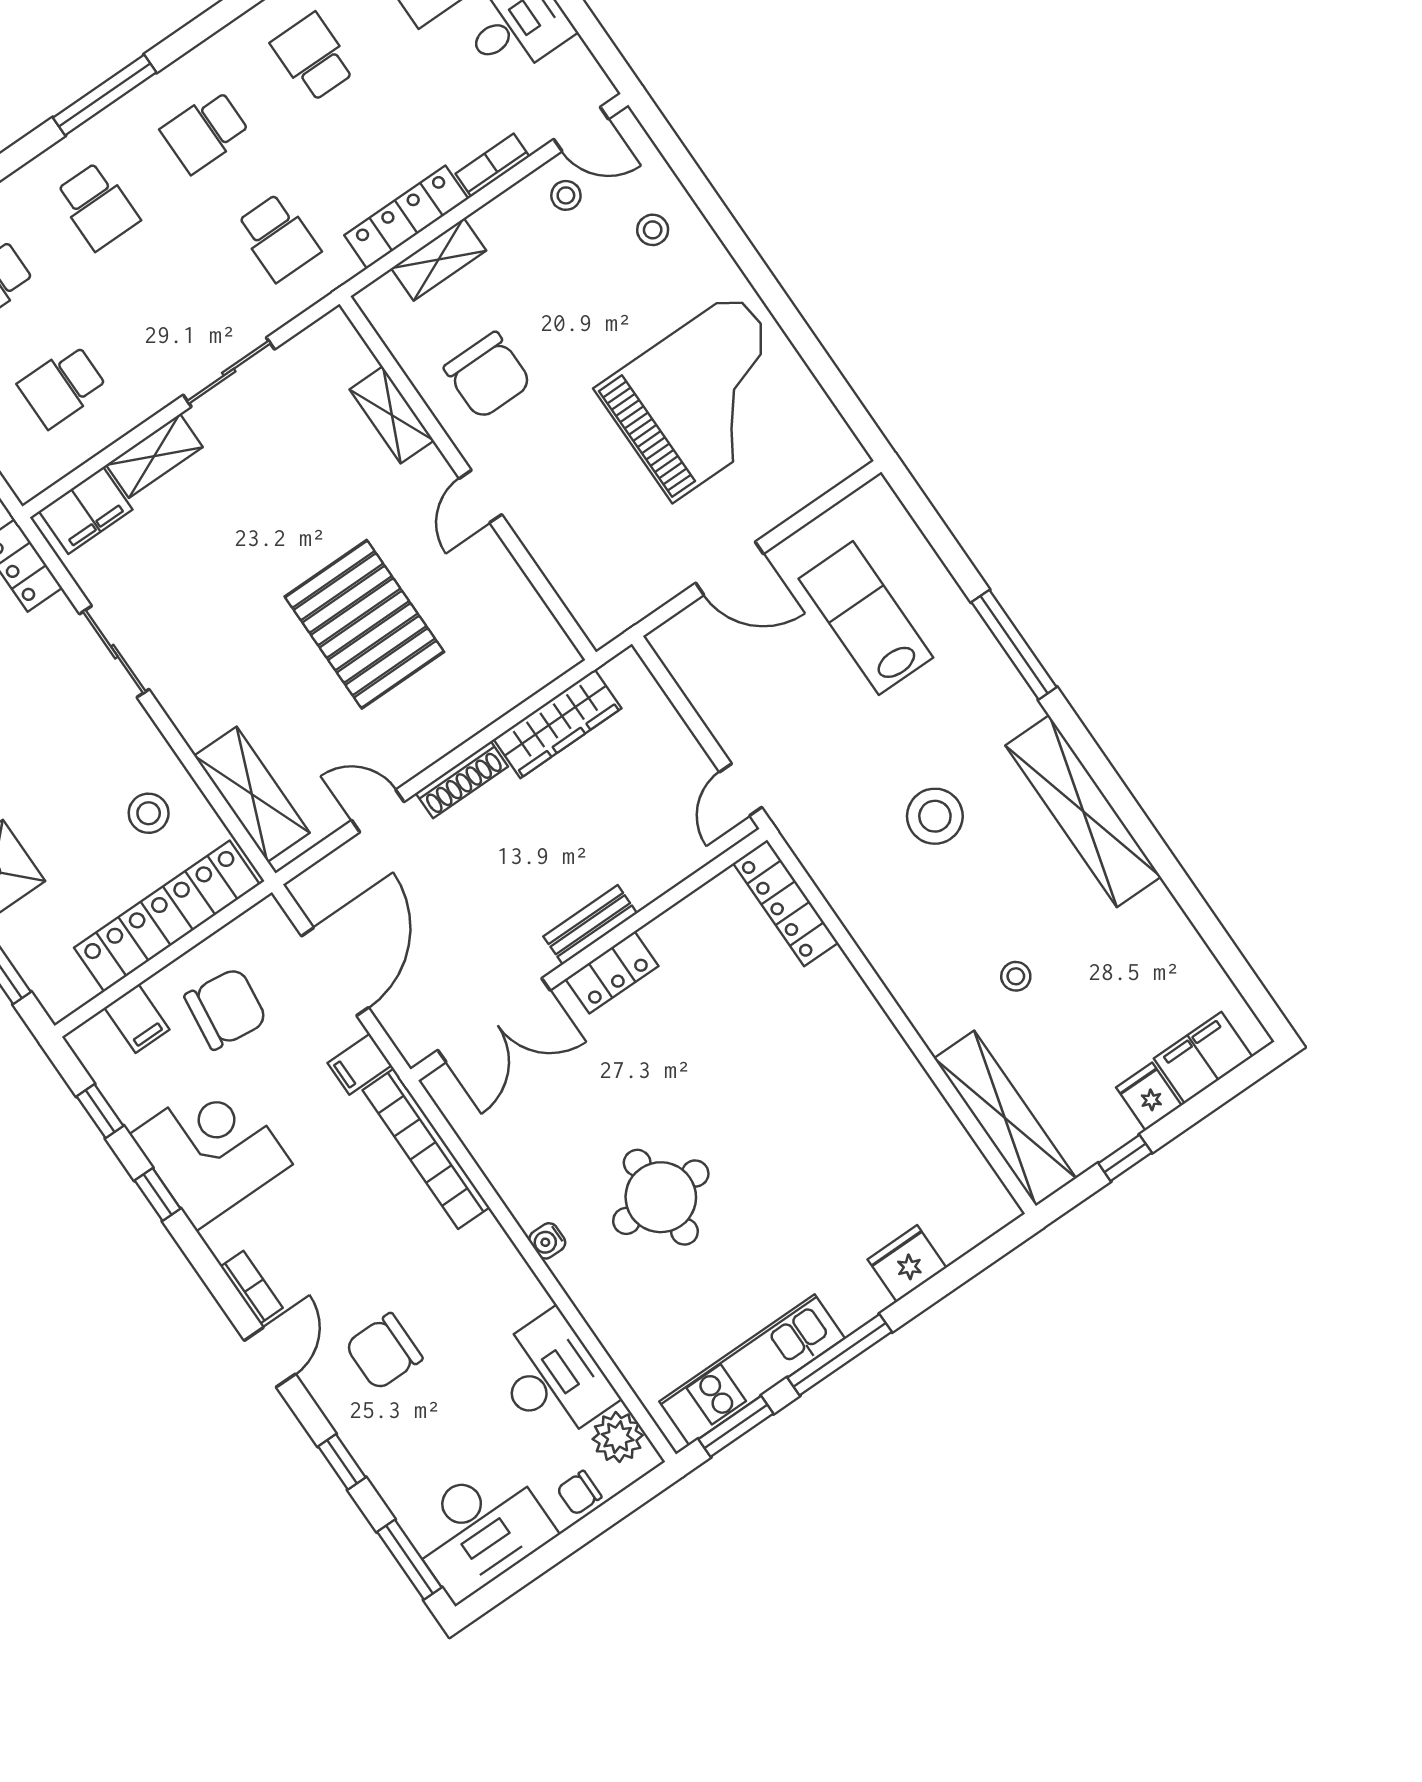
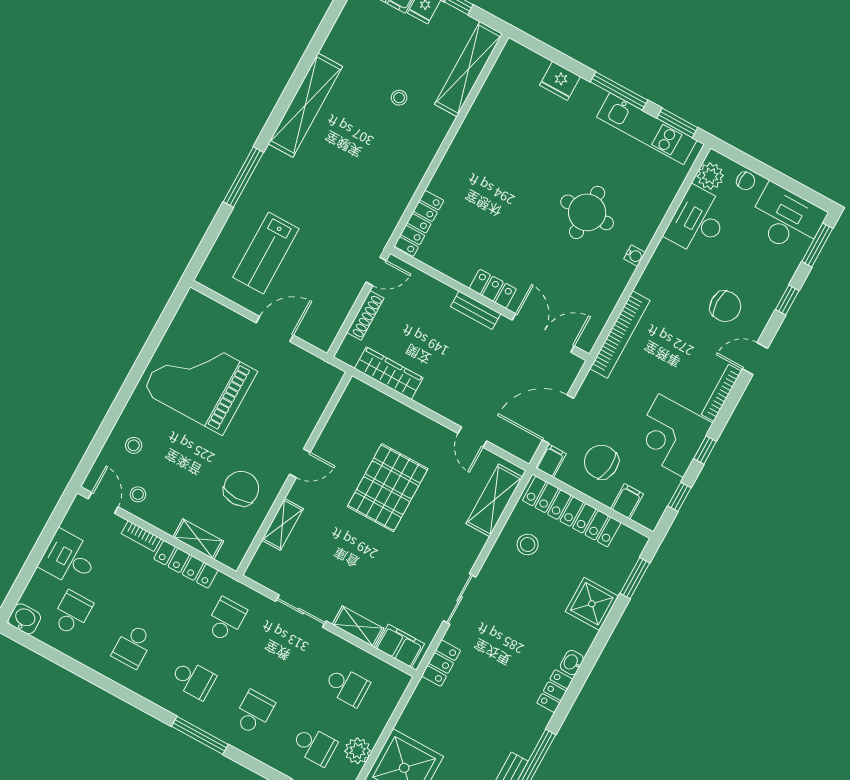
door: (729, 568) -> (275, 329), hinge flipped
shoe rack: (462, 780) -> (365, 315), moved, turned 90
stool: (935, 816) -> (343, 174), removed
filing cabinet: (360, 1064) -> (551, 461), moved, turned -90
bookcase: (252, 1287) -> (721, 393), width x1.56

